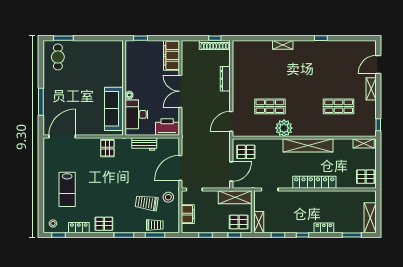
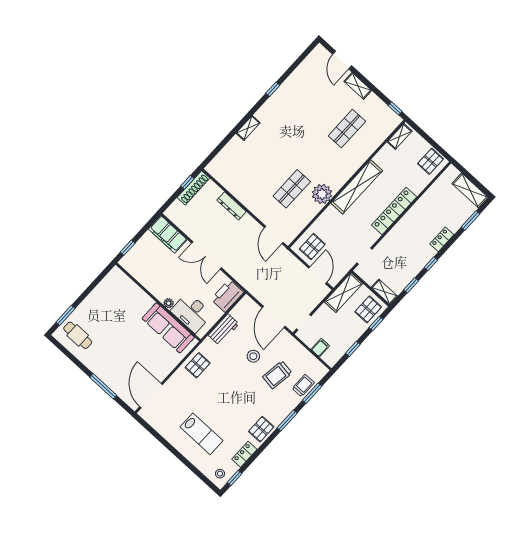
pallet: (107, 148) -> (198, 365), turned 90
stool: (168, 197) -> (253, 356), moved
filing cabinet: (188, 214) -> (320, 348), width x0.50

